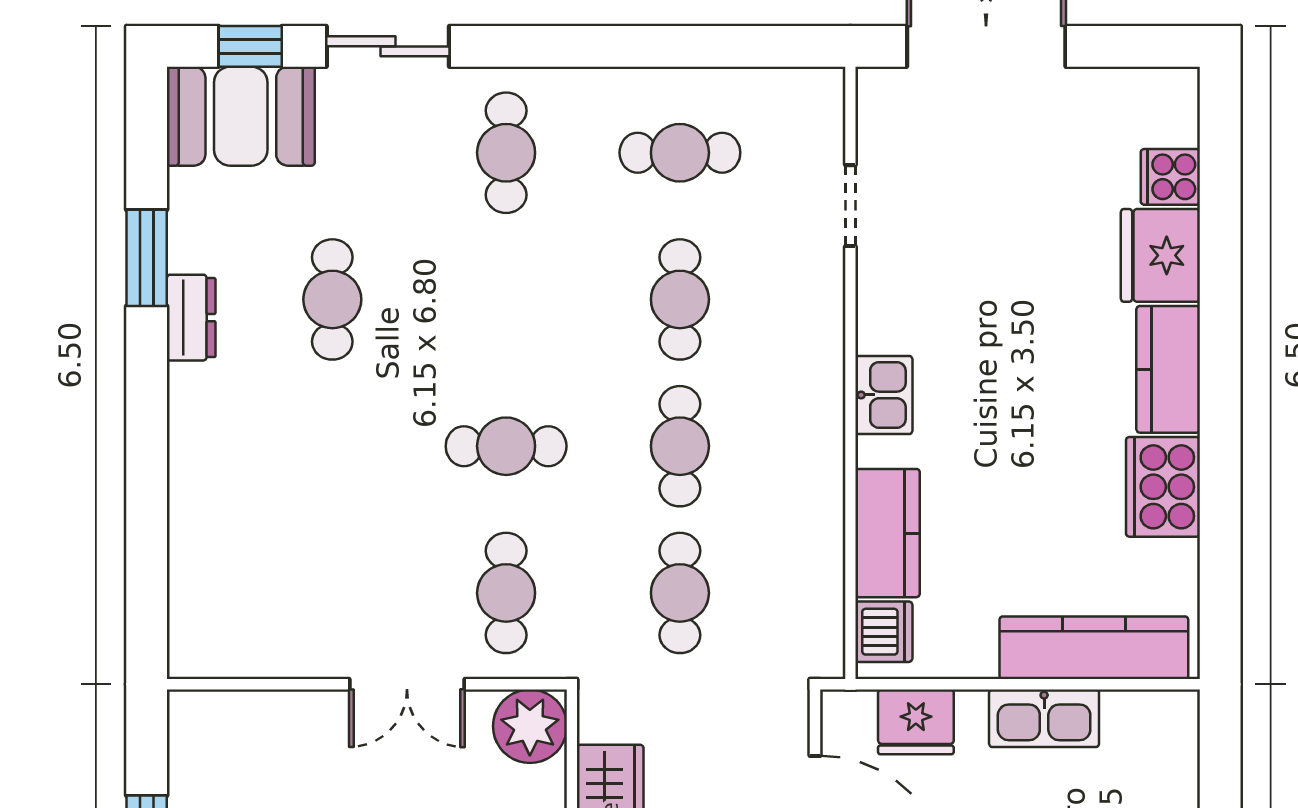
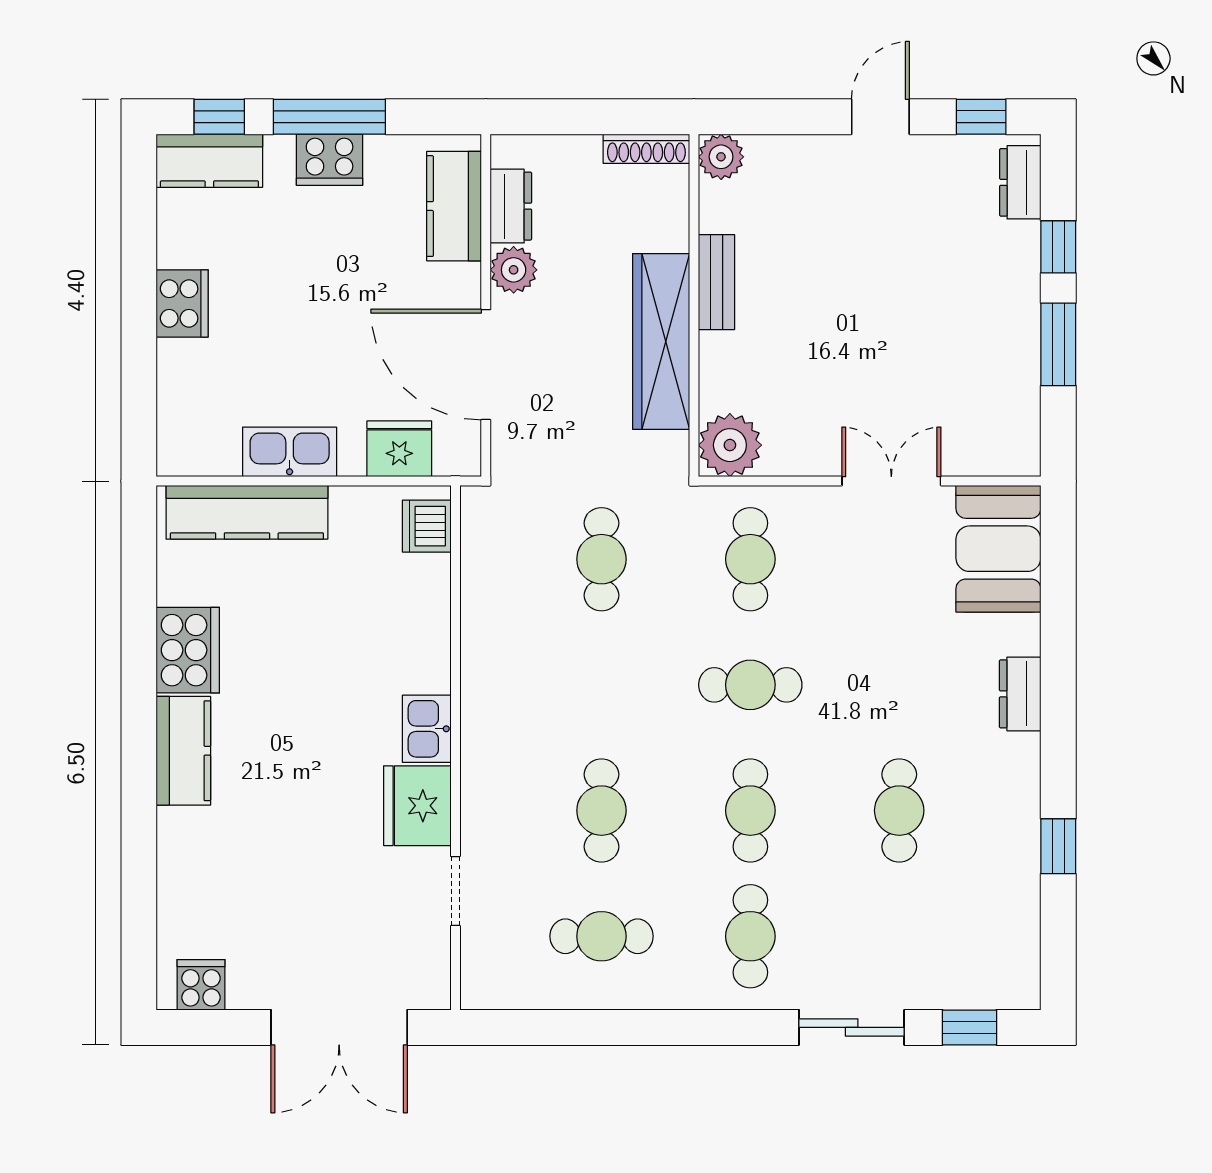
booth: (241, 116) -> (998, 549), moved, turned 90
cooker: (1170, 177) -> (201, 985), moved, turned -90
fridge: (1160, 255) -> (417, 806), moved, turned 180
window: (147, 258) -> (1058, 846), width x0.67
dresser: (191, 318) -> (1020, 694), moved
cafe table: (680, 446) -> (750, 811), moved
kitchen counter: (888, 533) -> (424, 611), removed
double door: (407, 684) -> (891, 481), moved

